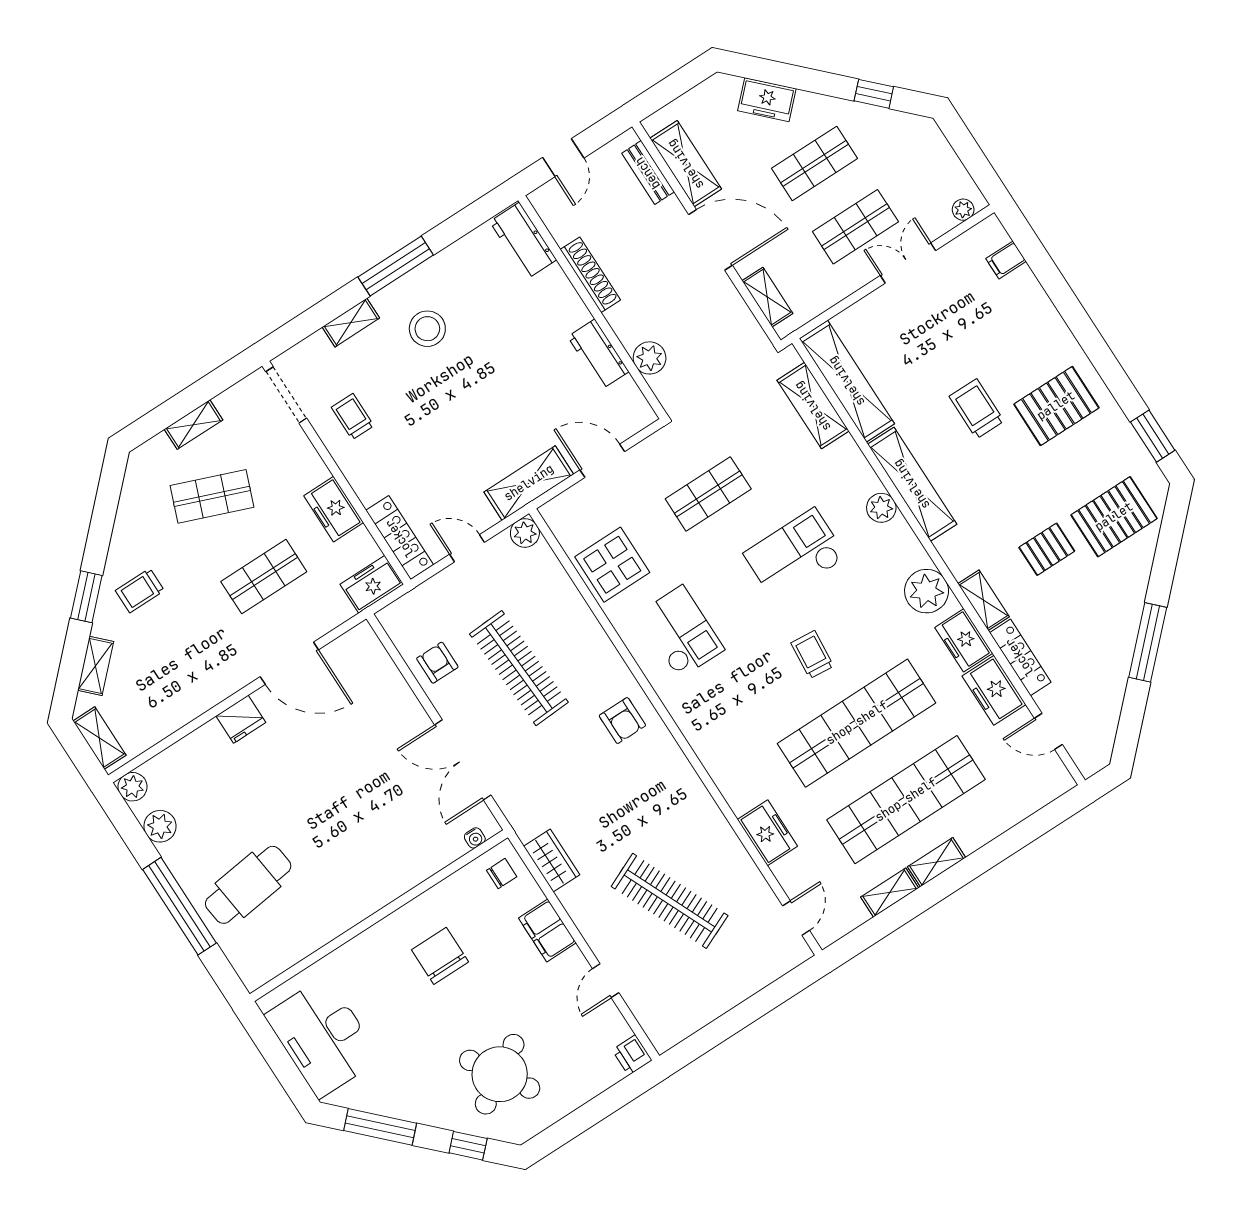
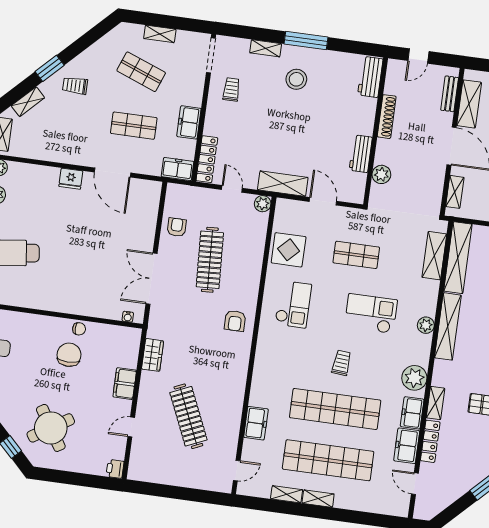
chair: (502, 874) -> (79, 329), moved

